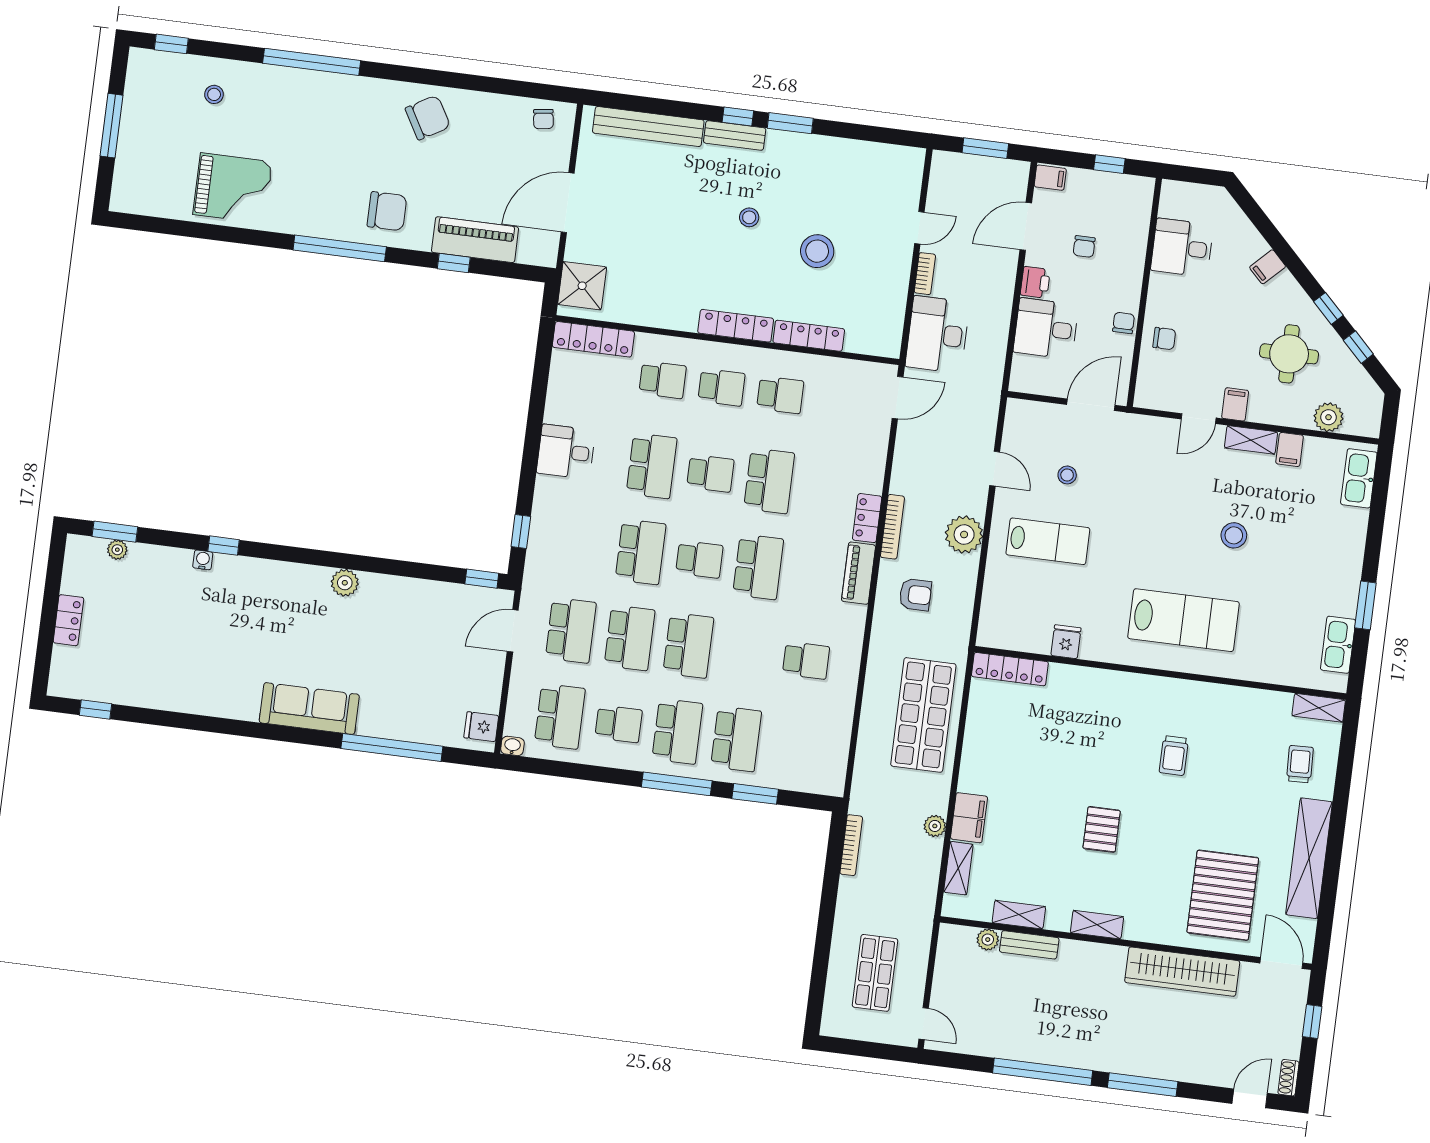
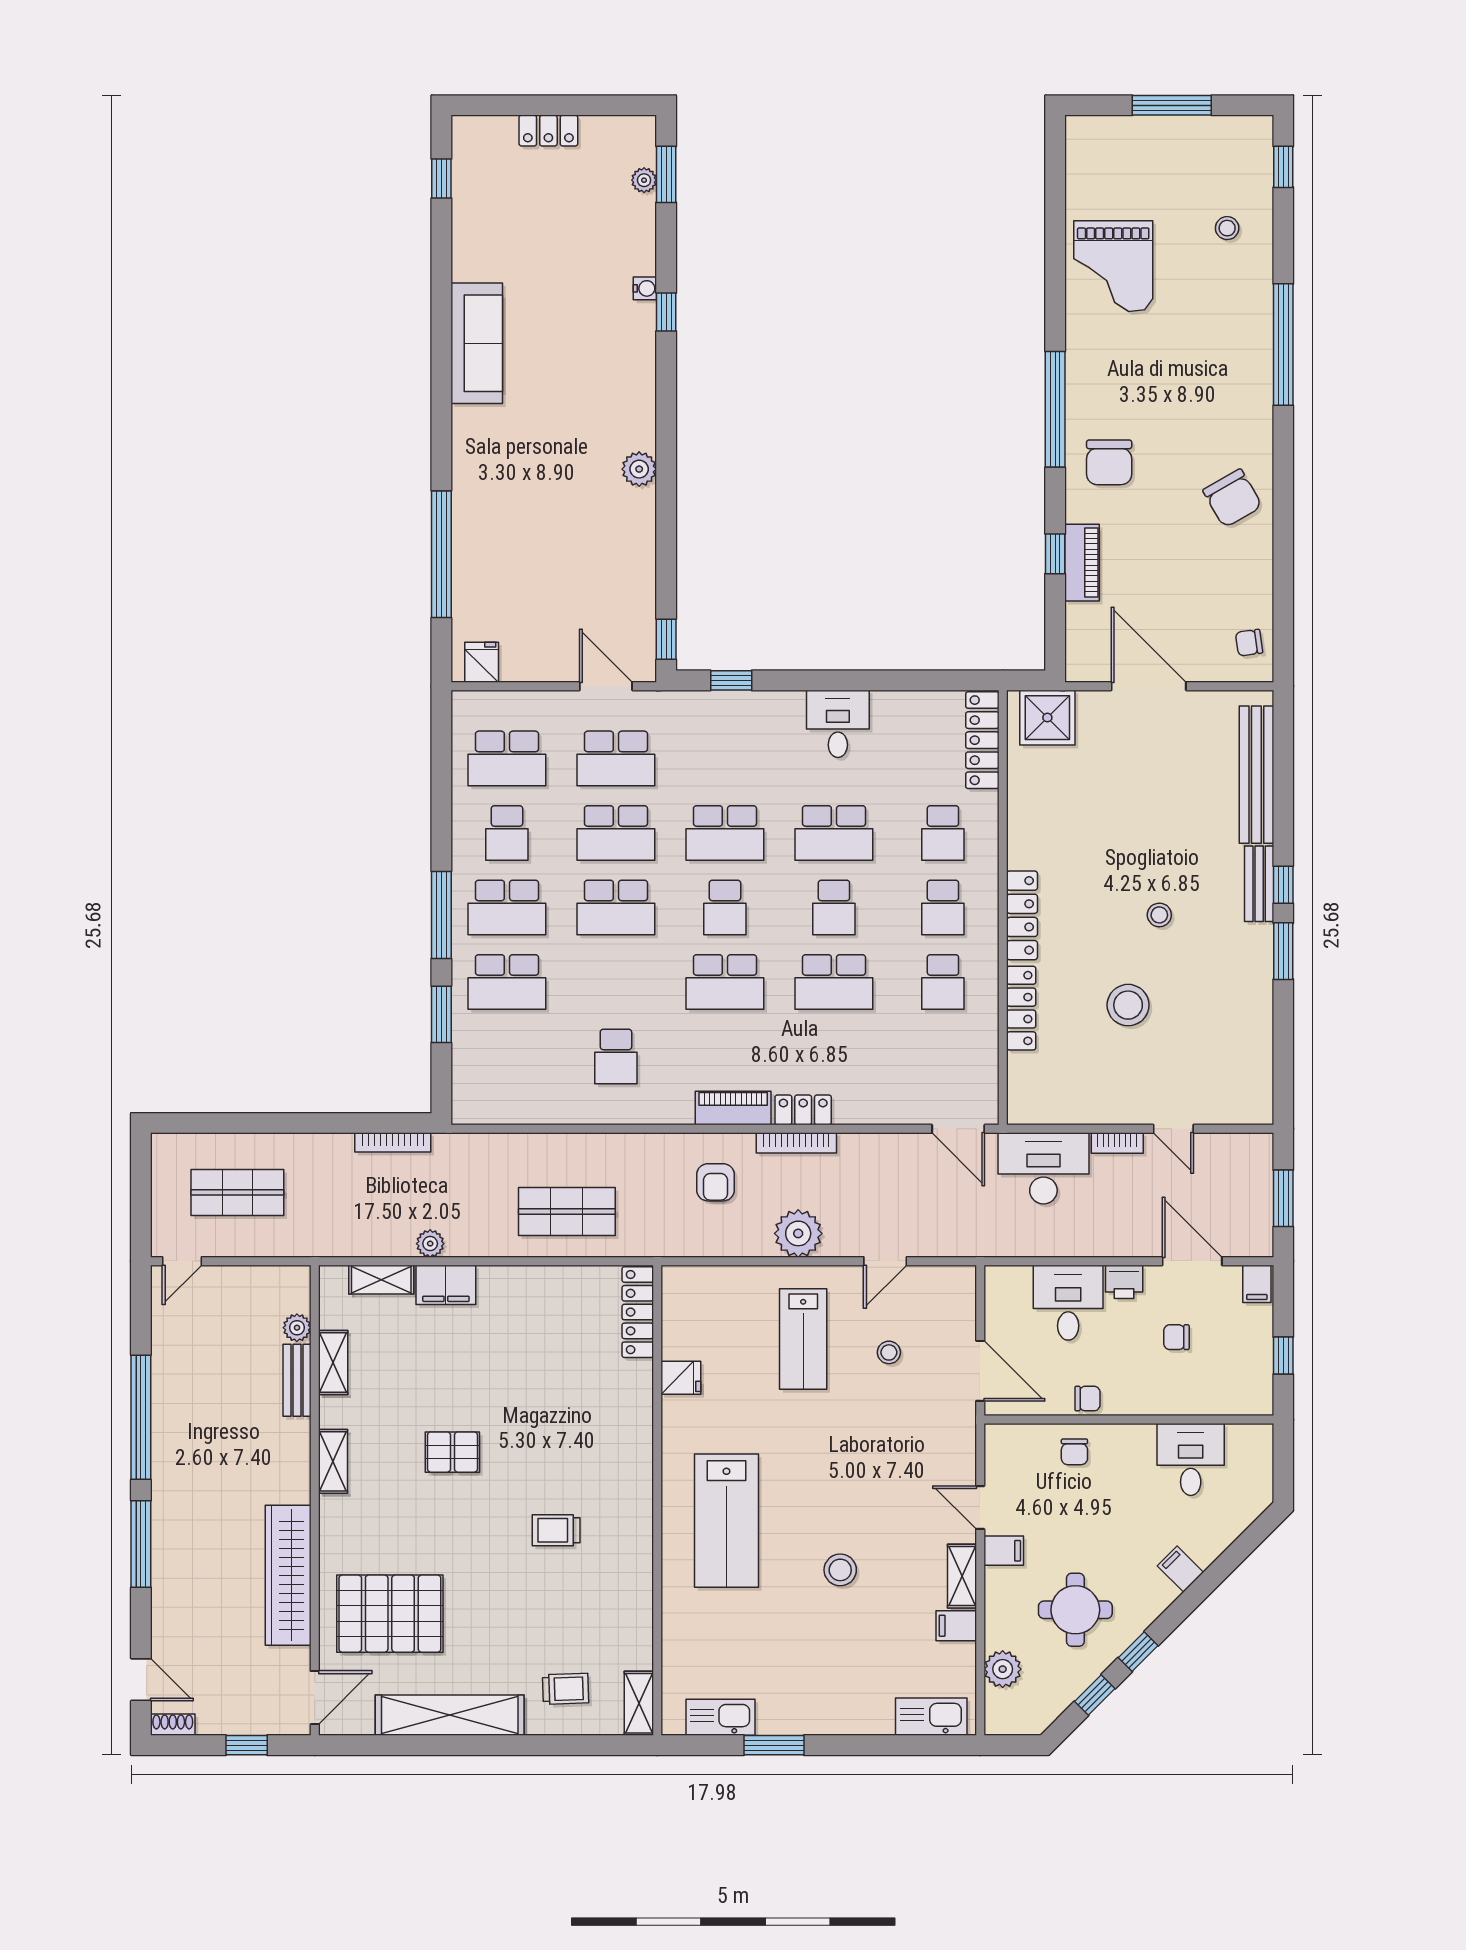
piano: (475, 240) -> (1082, 563), width x0.73, depth x0.75
sofa: (309, 709) -> (477, 343), moved
shop shelf: (923, 715) -> (567, 1211), width x0.70, depth x0.74
washbasin: (512, 746) -> (462, 704), removed

